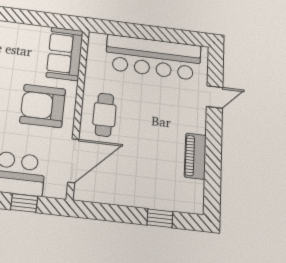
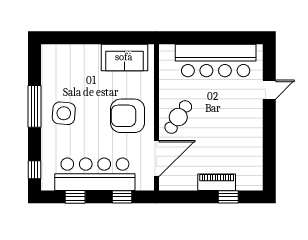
sofa: (65, 54) -> (124, 57), moved, turned -90
cafe table: (104, 115) -> (178, 117), turned 34
piano: (195, 156) -> (217, 182), moved, turned 90

